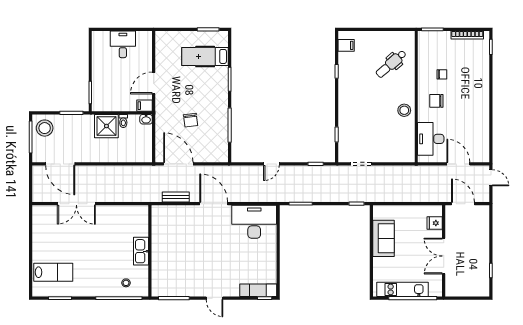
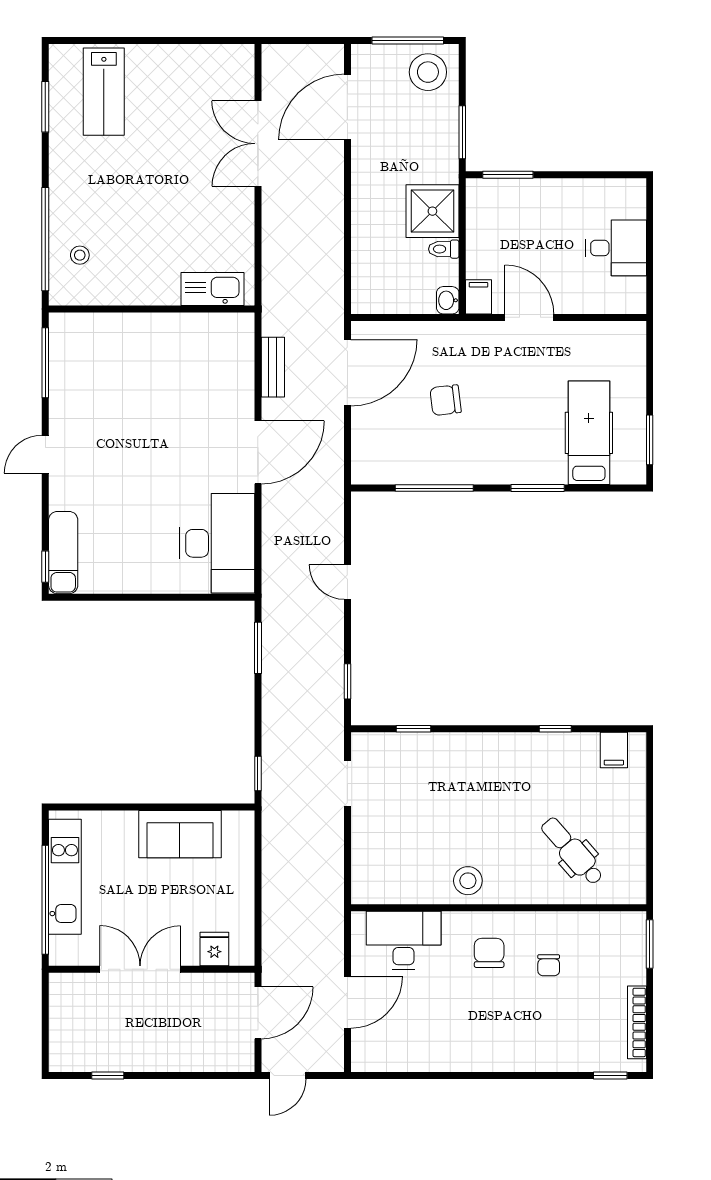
door: (491, 178) -> (288, 1076), moved
kitchen sink: (141, 251) -> (213, 289), moved

